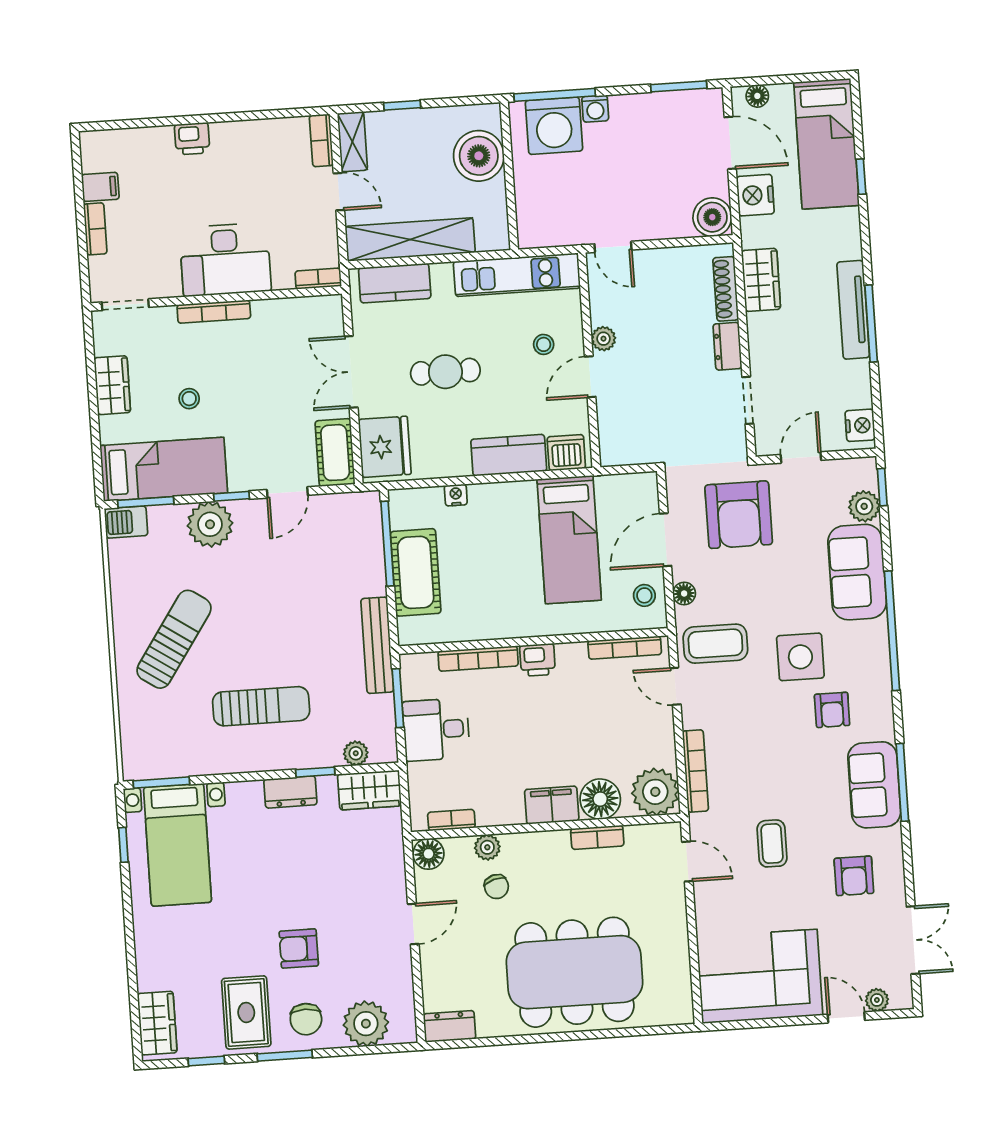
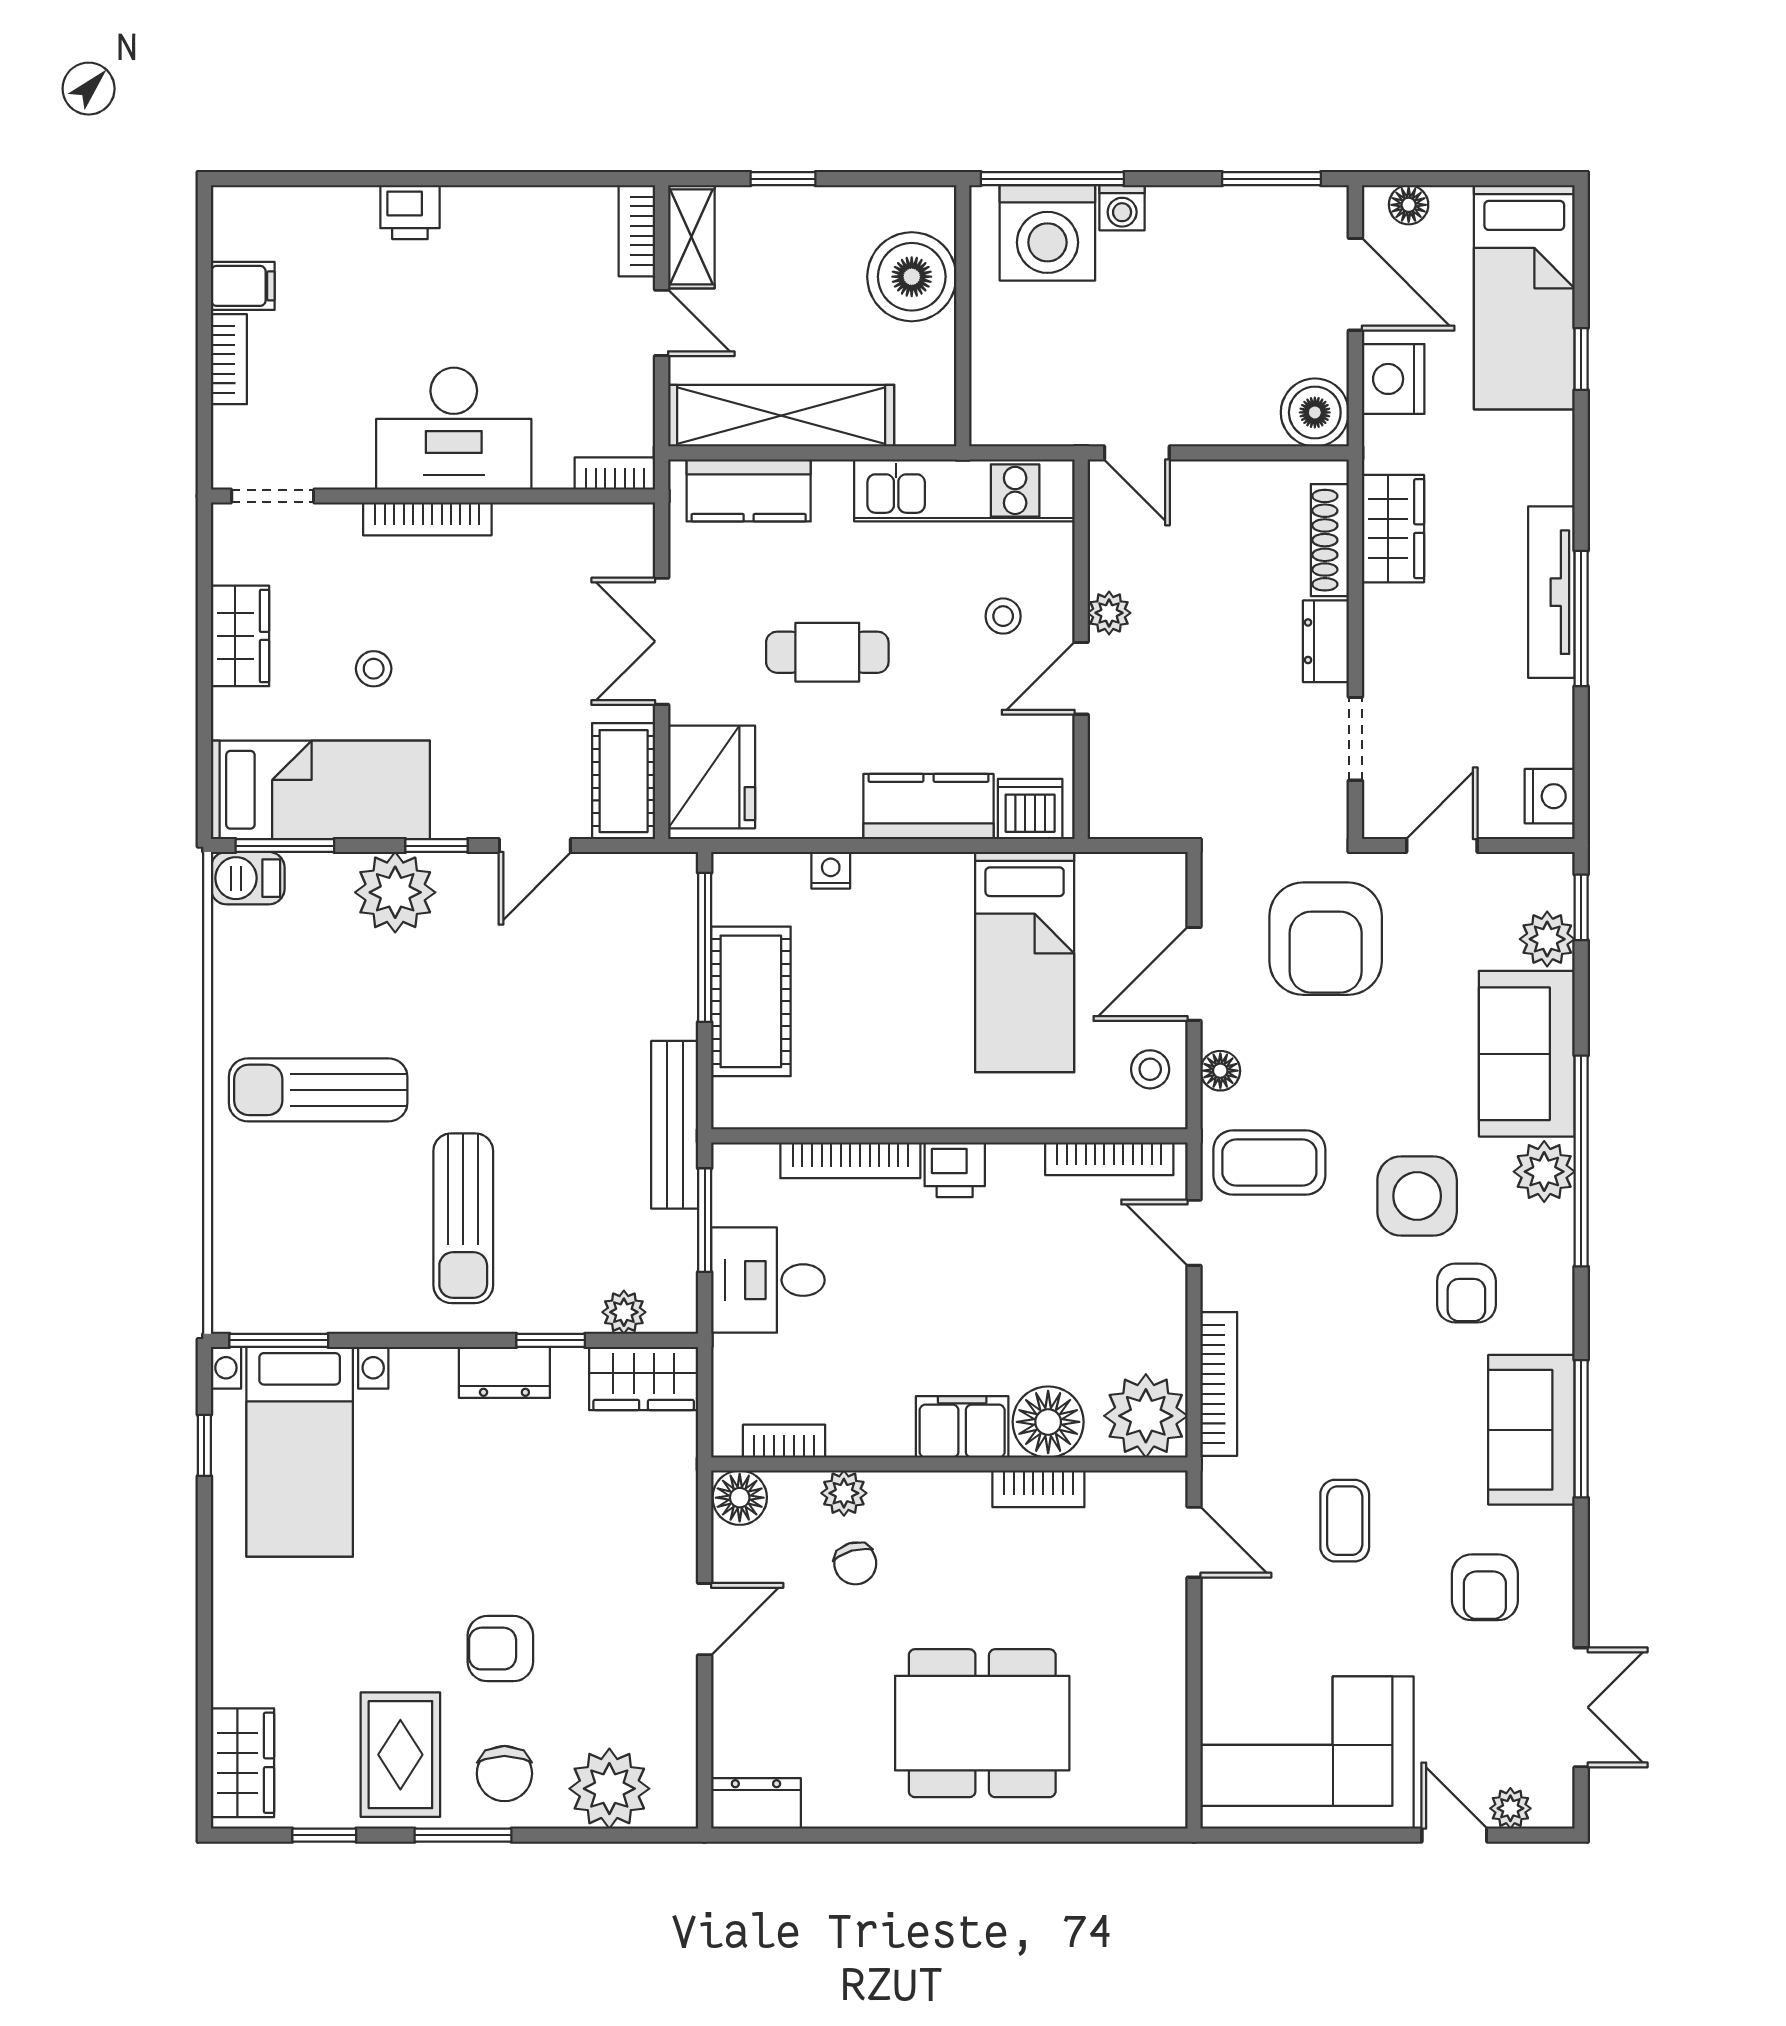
plant: (871, 638) -> (1544, 1172), added
sun lounger: (174, 639) -> (318, 1090), turned -124
sun lounger: (261, 706) -> (463, 1218), turned 90
dining table: (574, 972) -> (982, 1723), width x0.73, depth x0.80

